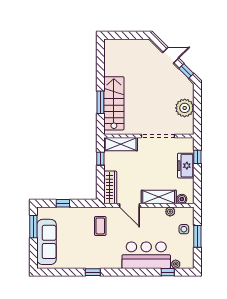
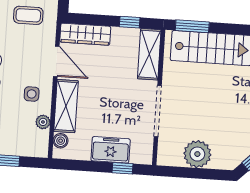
window: (100, 102) -> (192, 26), moved
door: (130, 205) -> (56, 61), swing flipped
side table: (184, 229) -> (32, 94), moved

